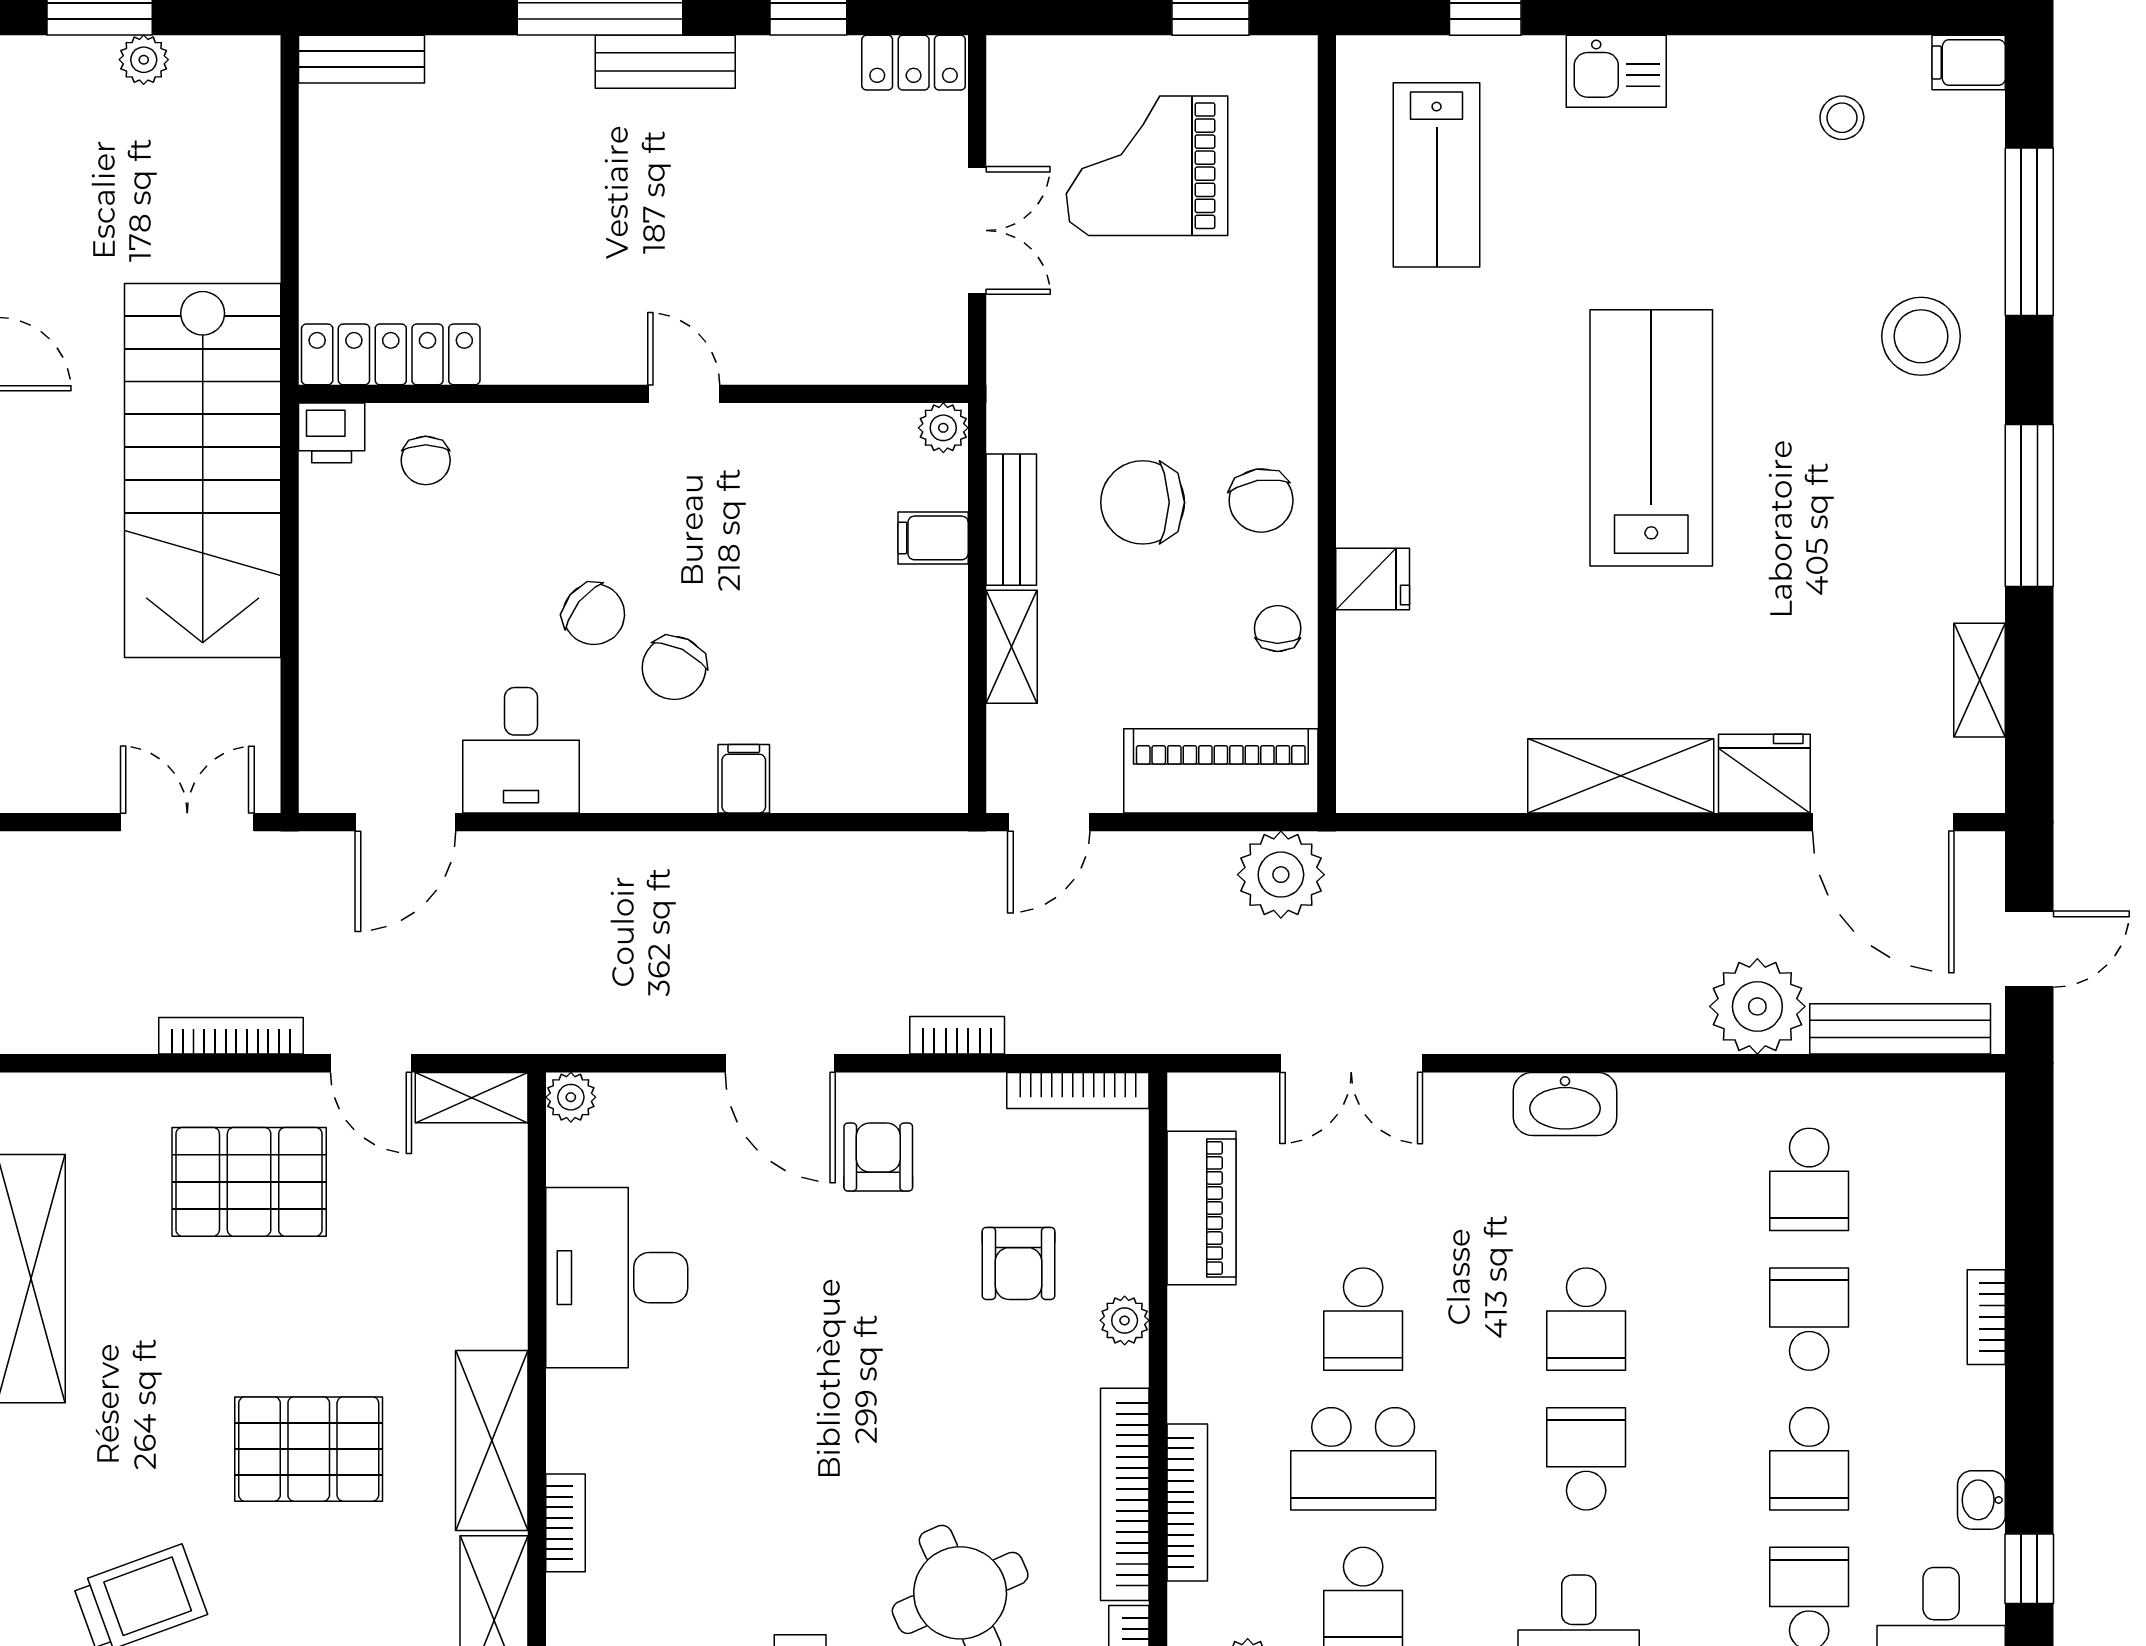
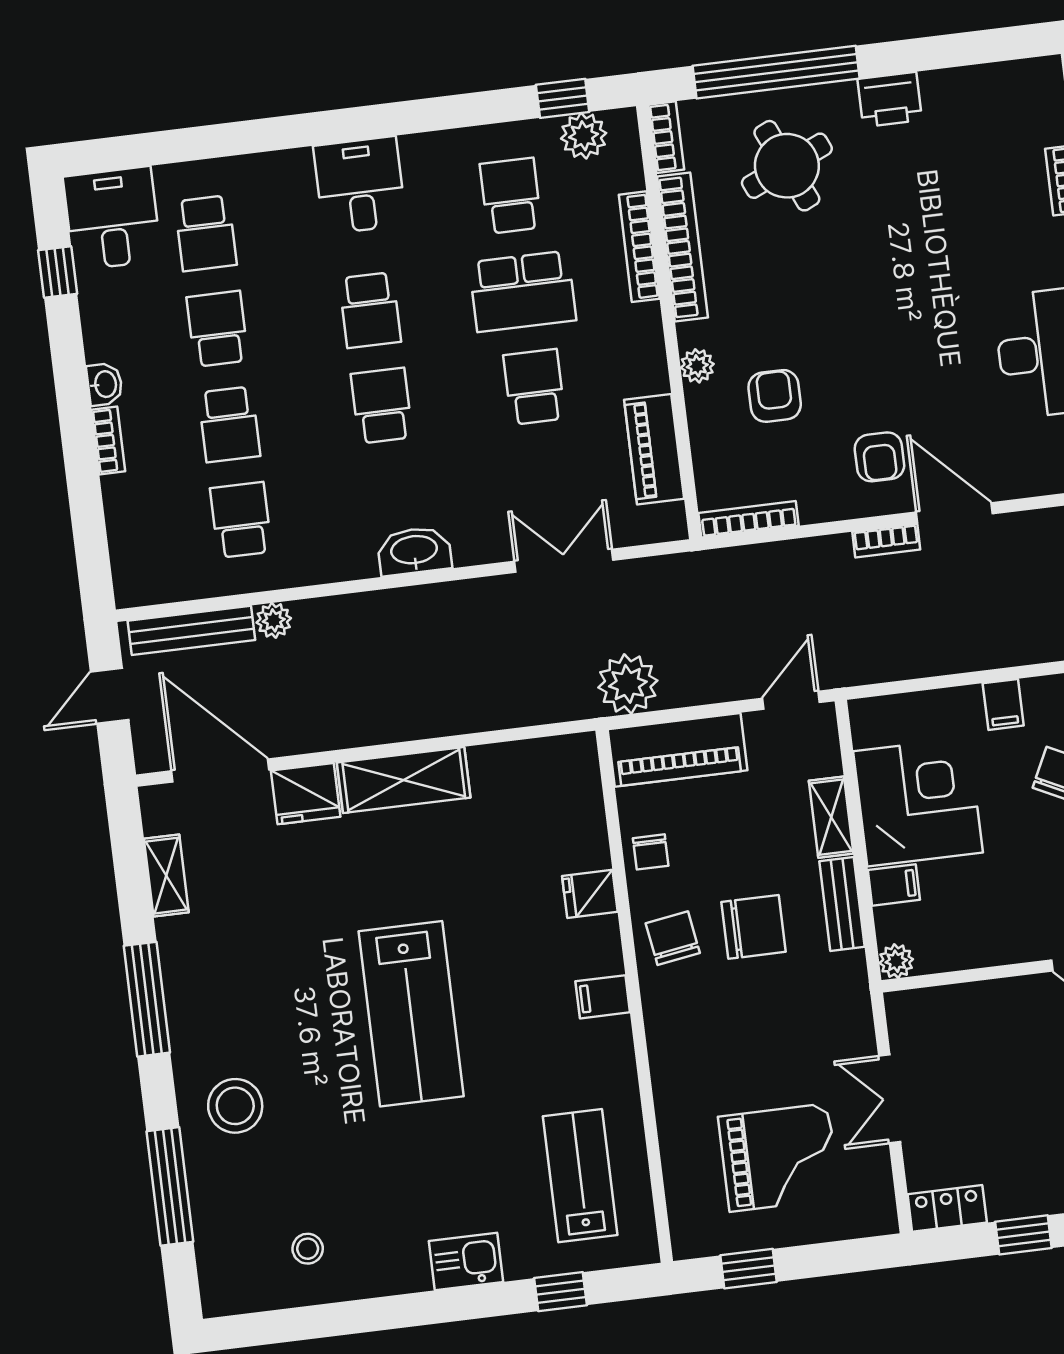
filing cabinet: (1969, 63) -> (603, 997), moved, turned 180
corner desk: (884, 653) -> (918, 802), added
plant: (1757, 1006) -> (274, 620), width x0.53, depth x0.53
bookcase: (957, 1035) -> (886, 541), moved
school desk: (1363, 1459) -> (522, 291), turned 180
washbasin: (1981, 1500) -> (105, 384), moved

